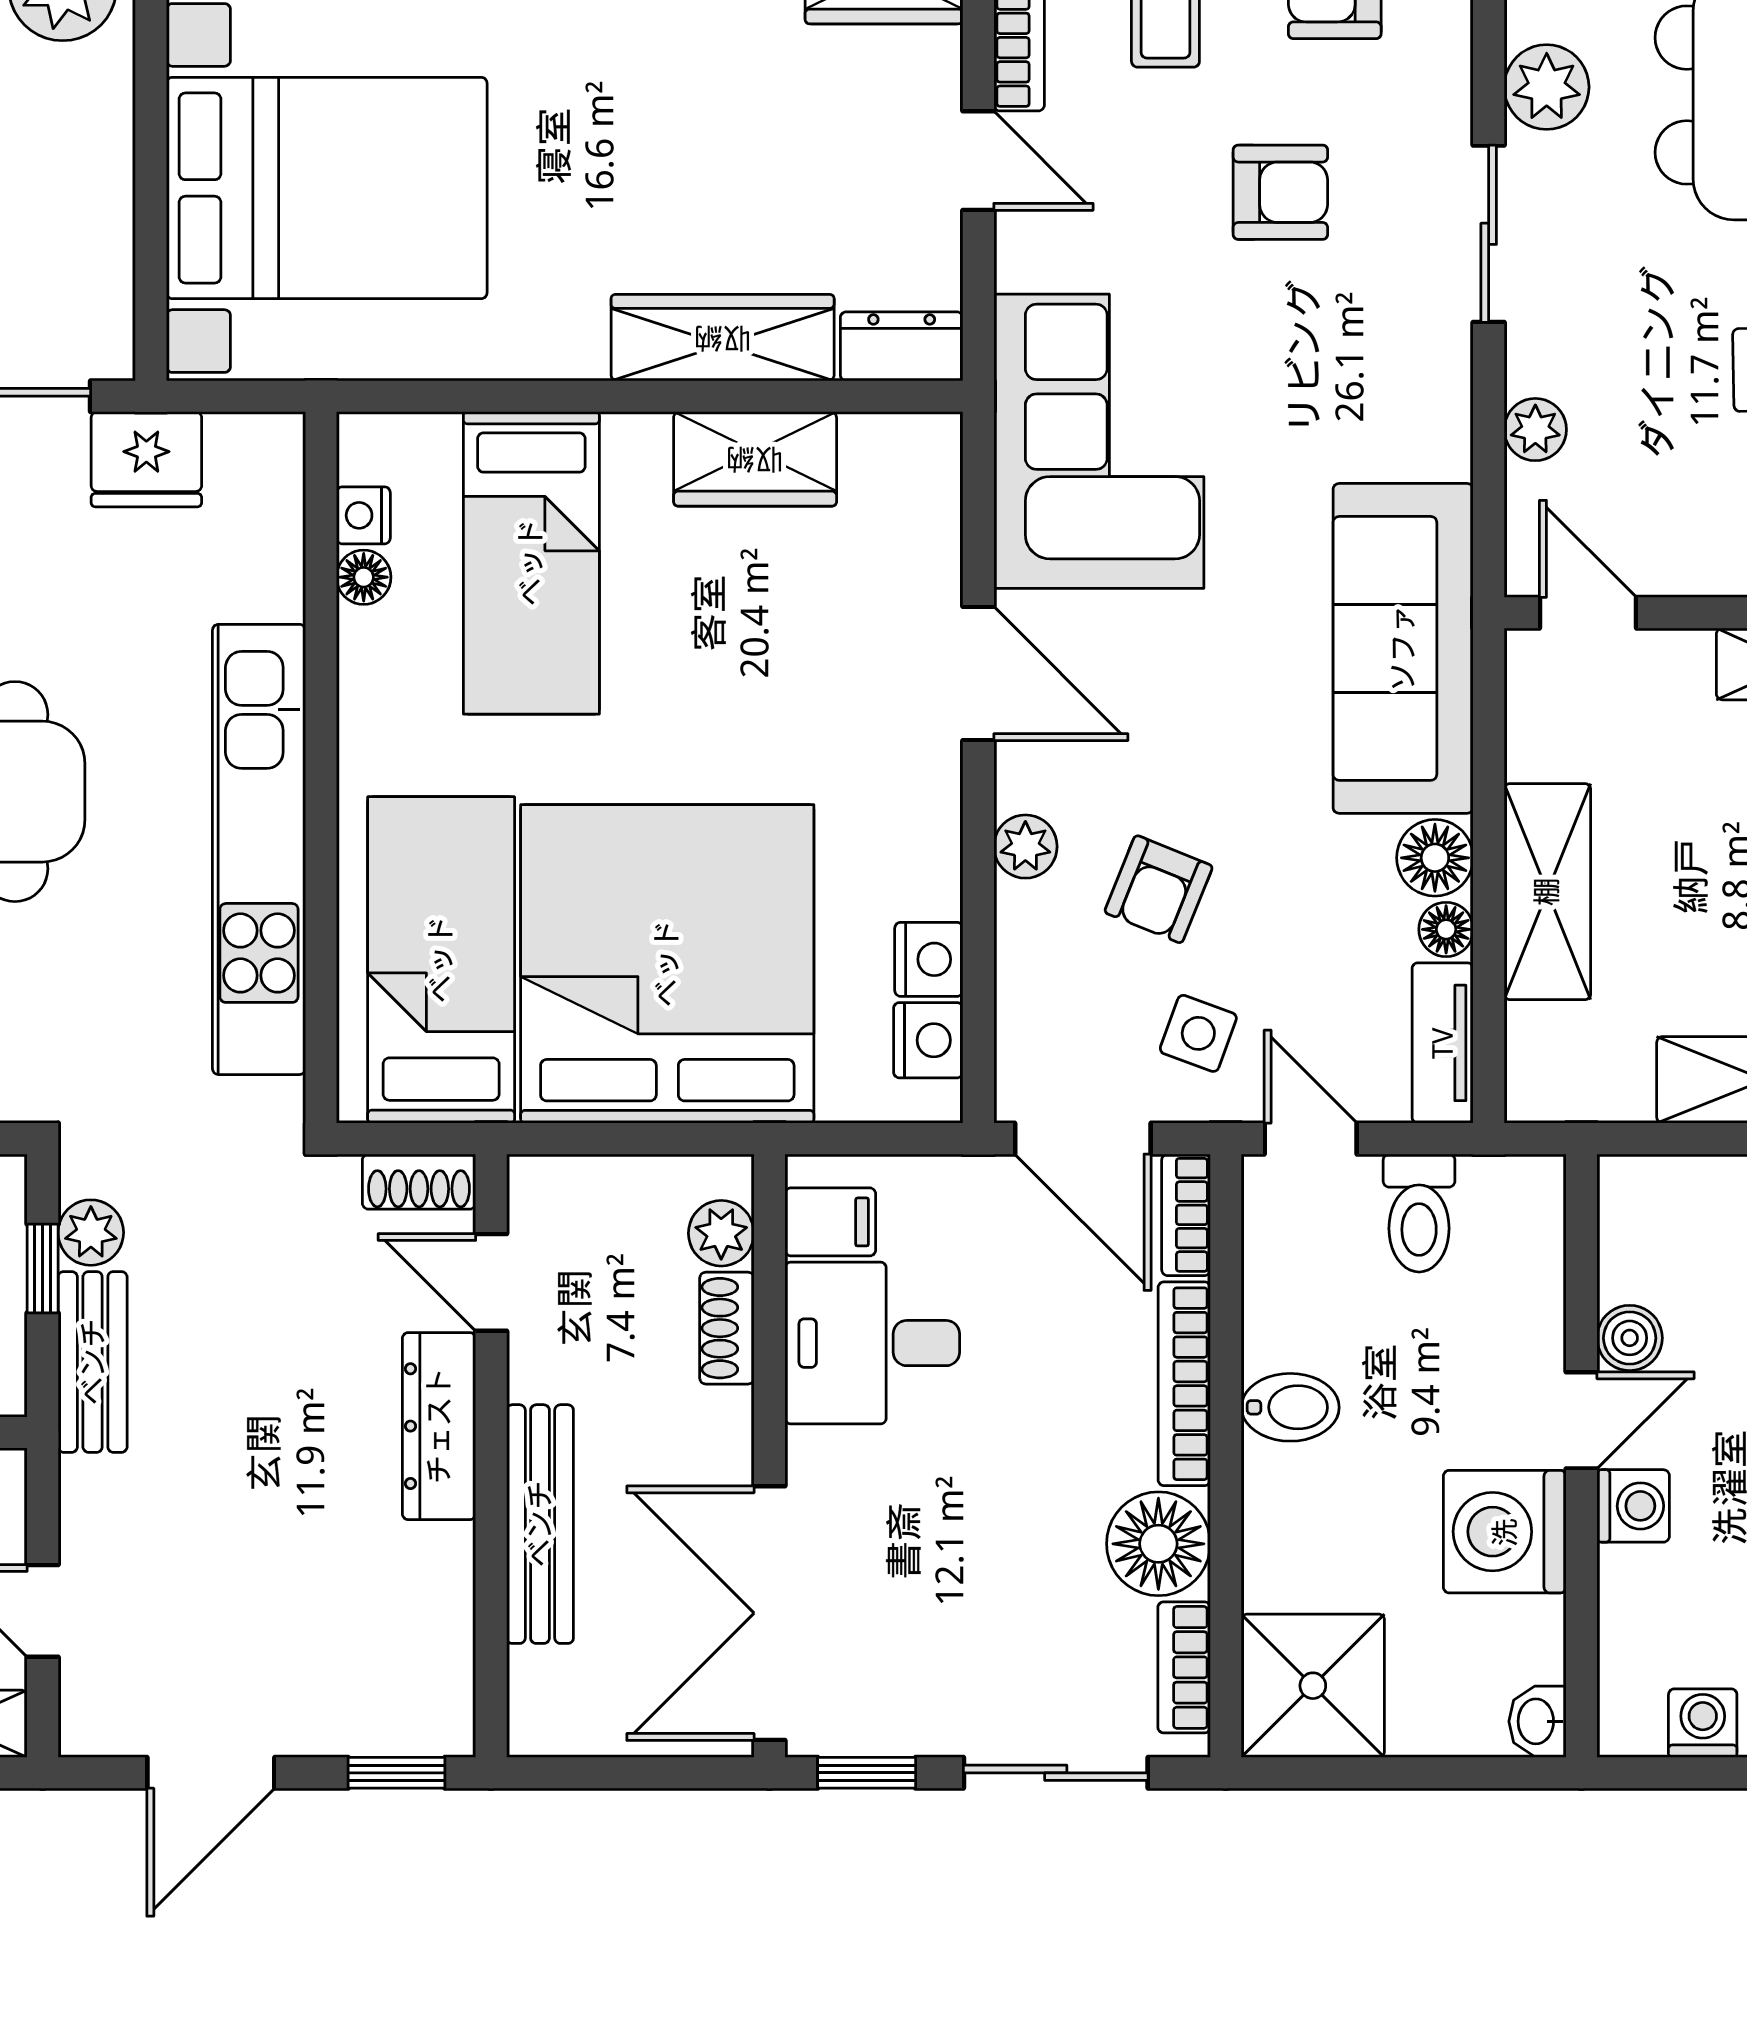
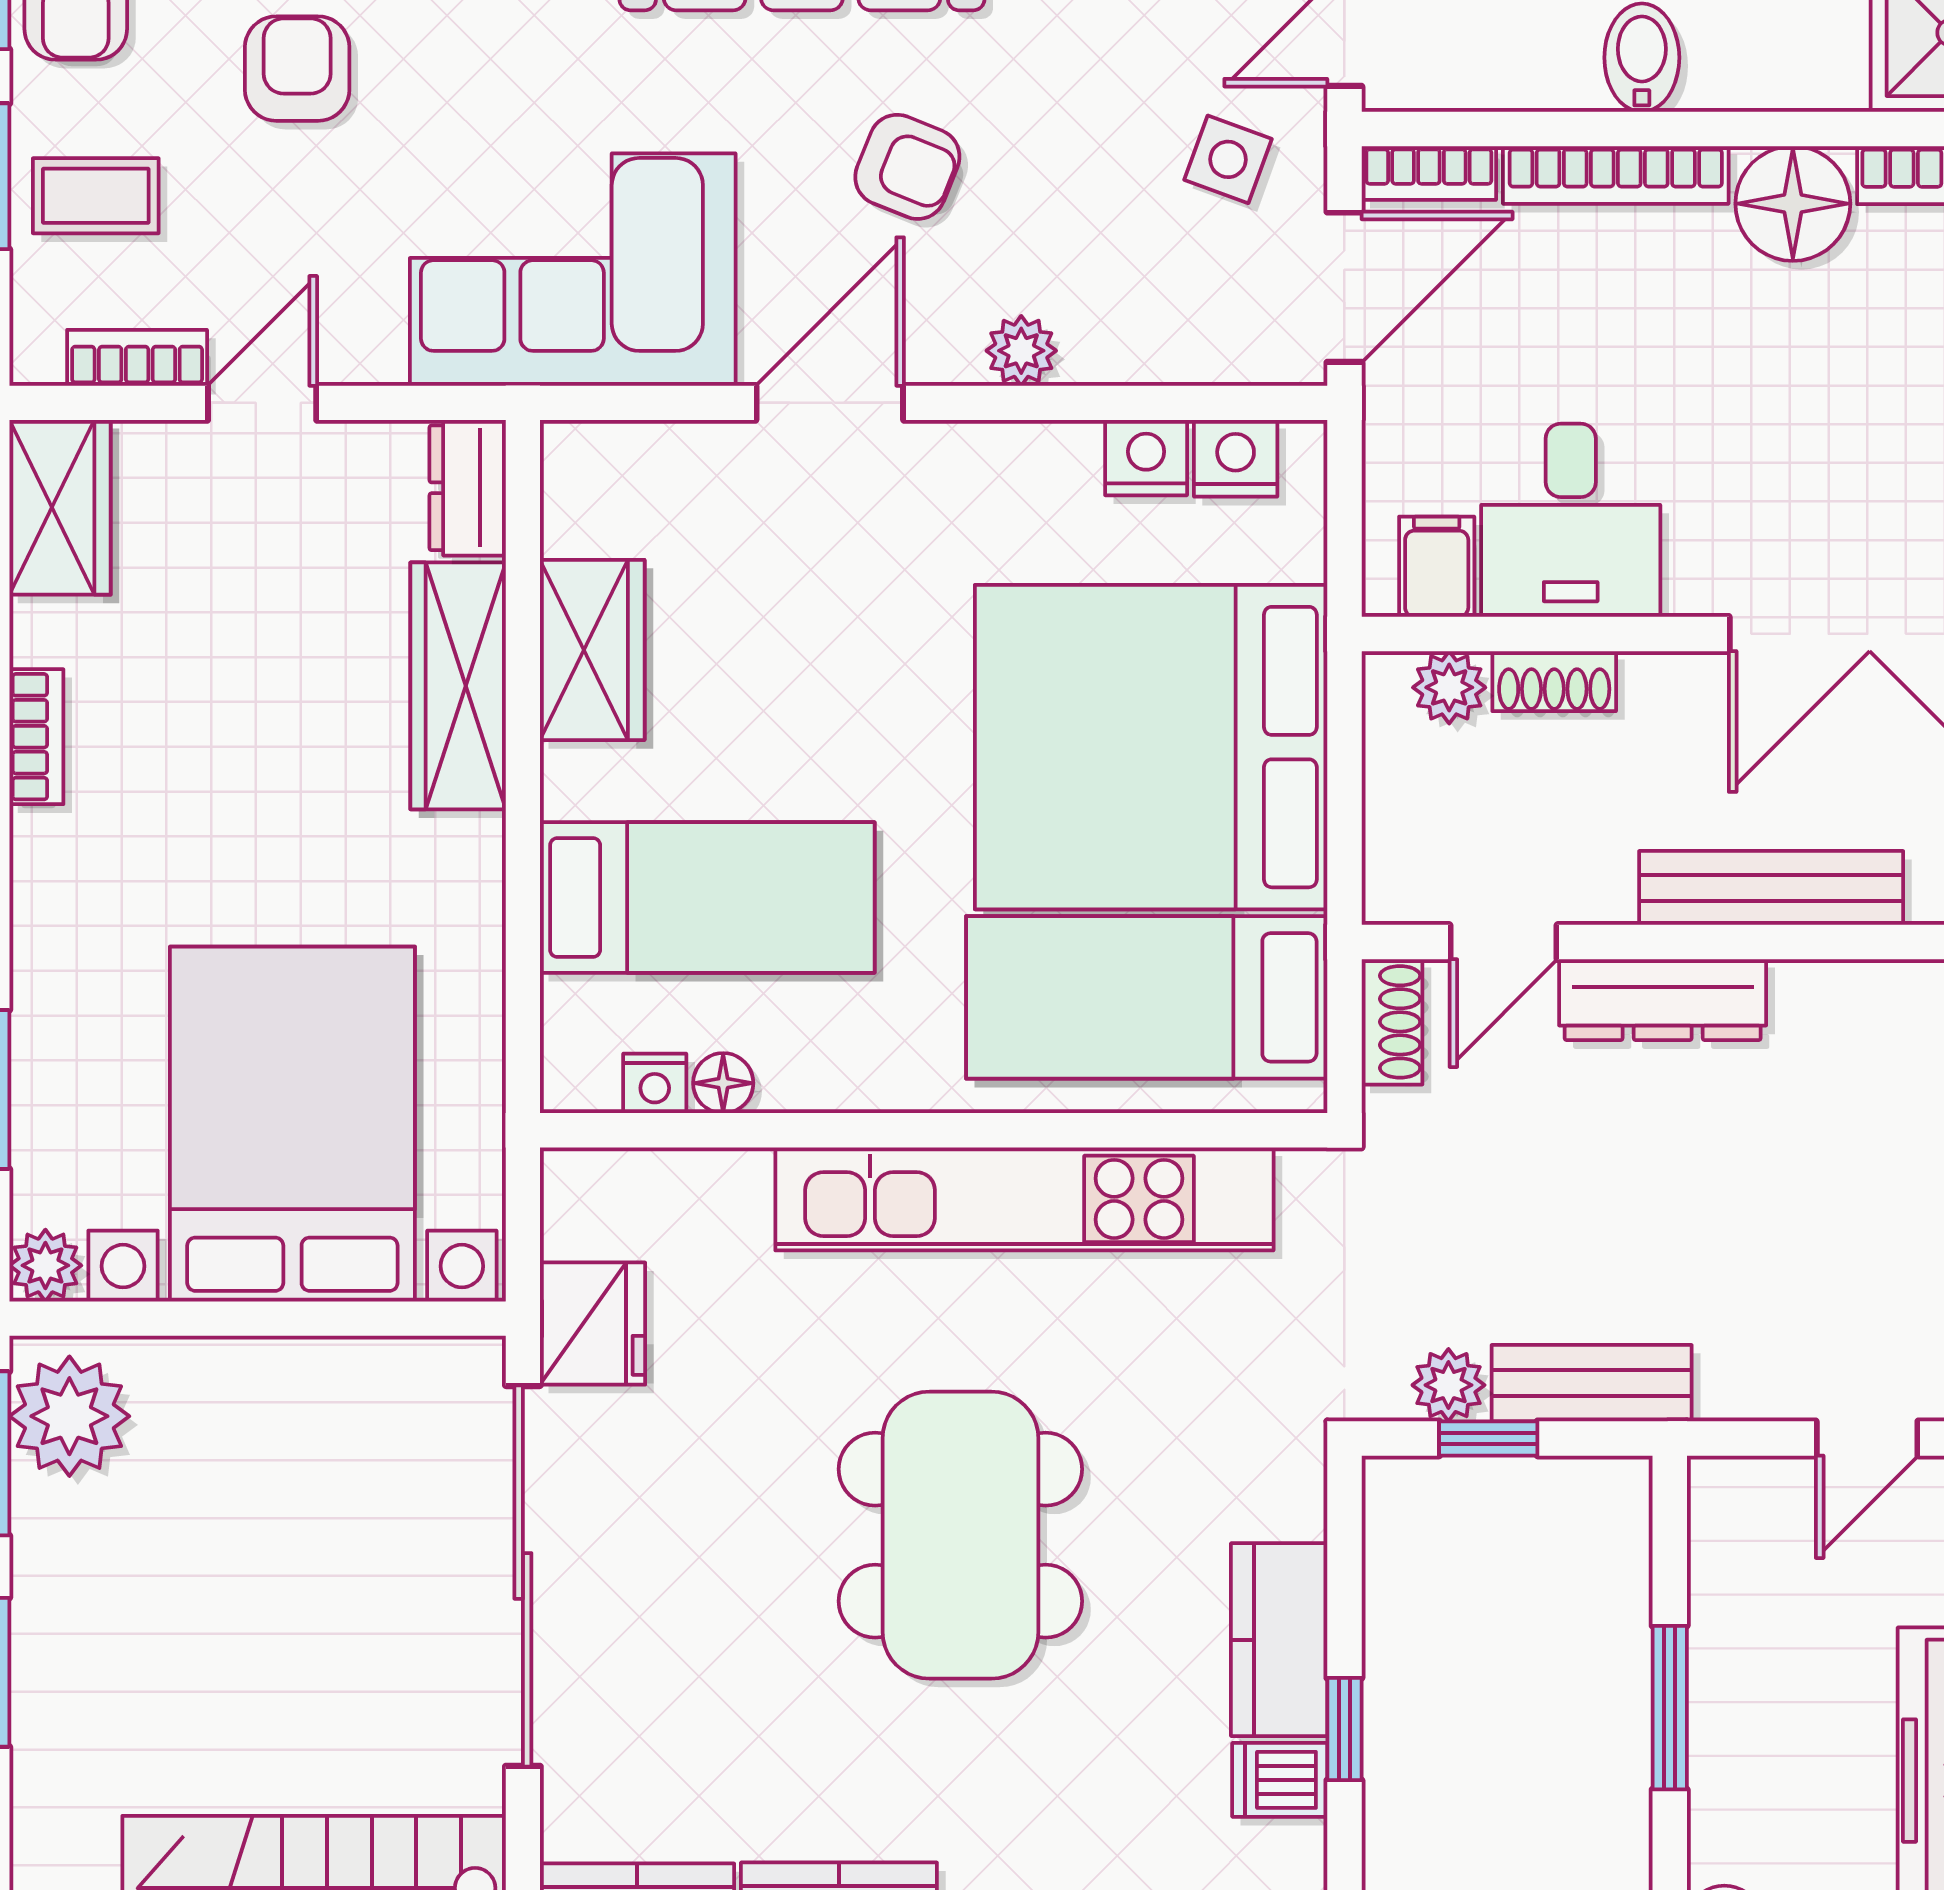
armchair: (1159, 889) -> (907, 167), moved

